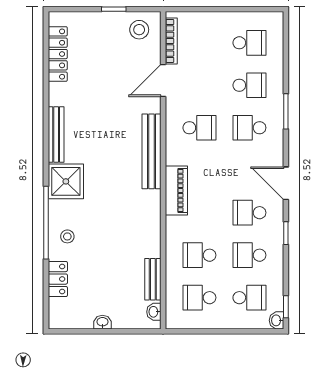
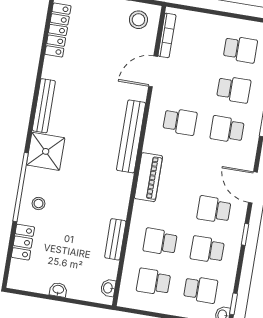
bench: (153, 279) -> (115, 239), moved

